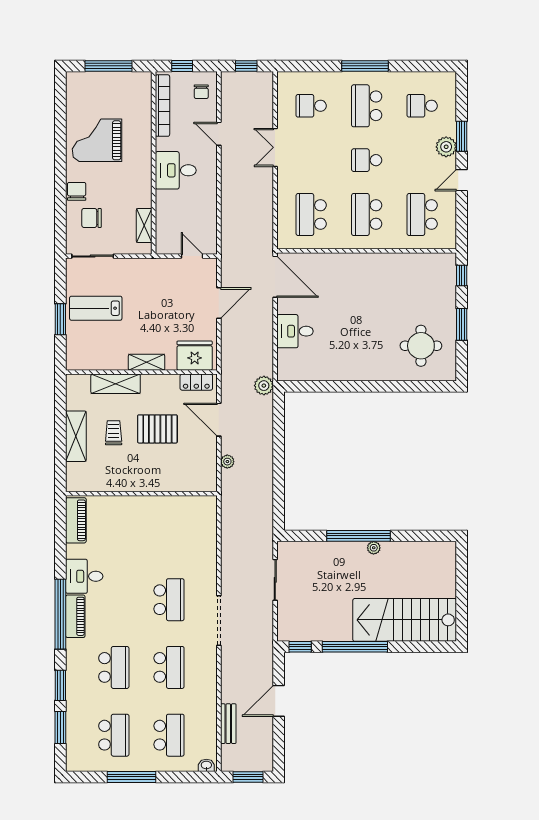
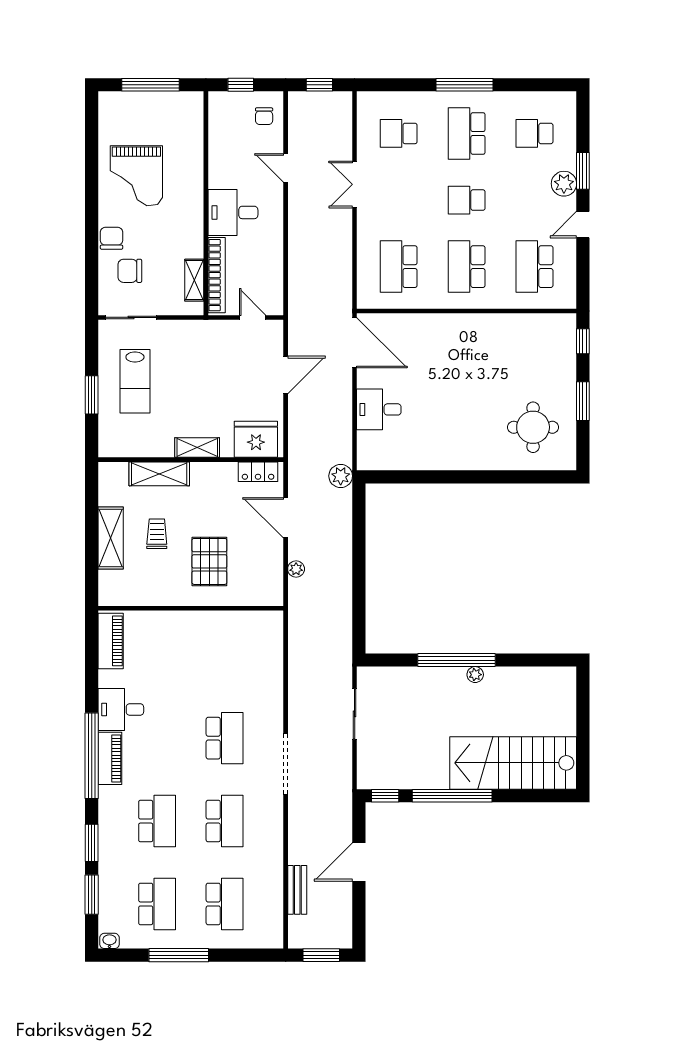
bookcase: (162, 106) -> (217, 275), moved
grand piano: (97, 140) -> (136, 176), turned -90
lab bench: (96, 308) -> (135, 381), turned -90
pallet: (157, 429) -> (209, 561), moved, turned 90
washbasin: (206, 765) -> (109, 941), moved

